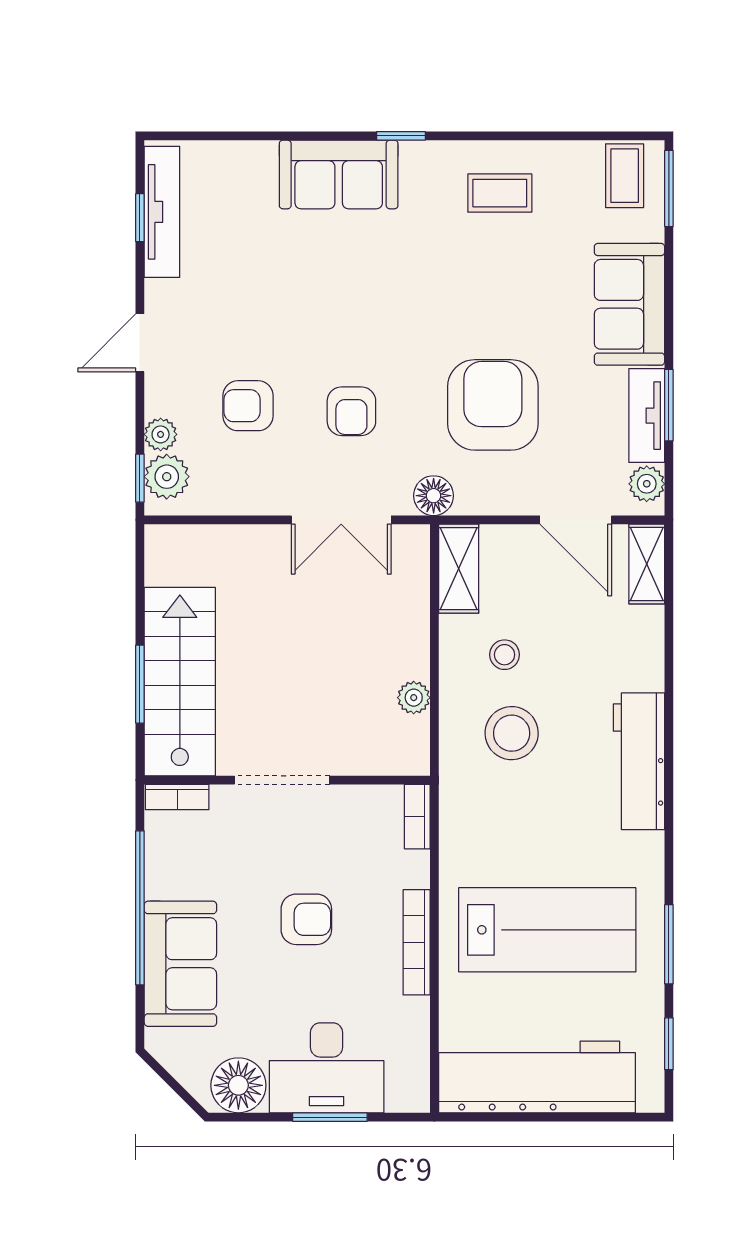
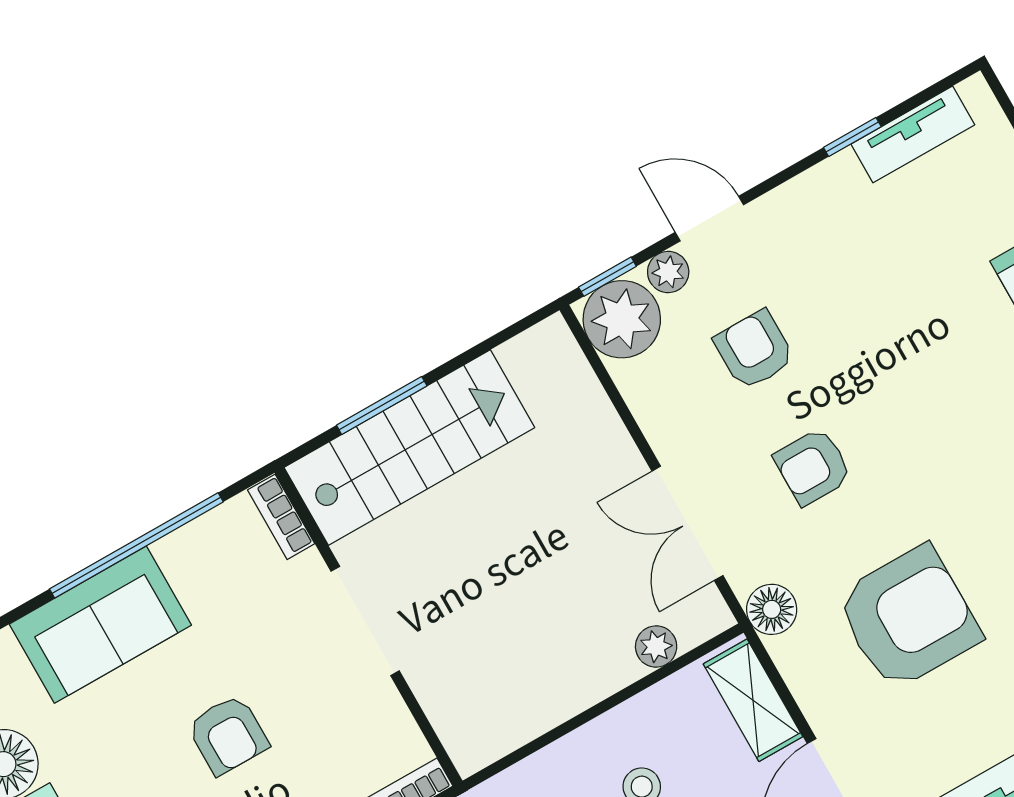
tv unit: (162, 212) -> (913, 134), width x0.71
window: (140, 218) -> (852, 137), moved
door: (140, 343) -> (709, 219), moved
plant: (167, 477) -> (622, 319), width x1.36, depth x1.36
shelving: (459, 569) -> (753, 700), moved, turned 90
plant: (414, 698) -> (656, 646), moved

